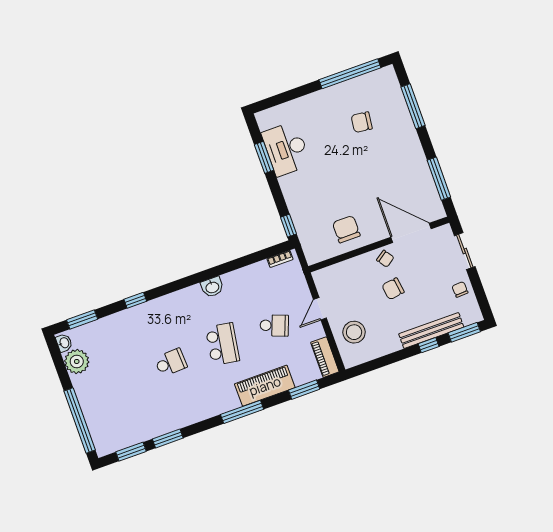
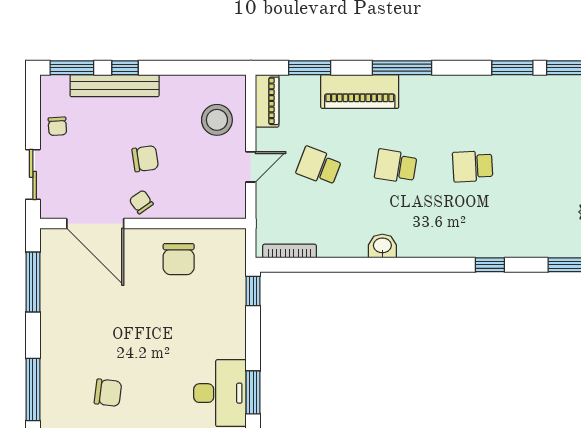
bookcase: (280, 259) -> (290, 251), width x1.56
school desk: (222, 344) -> (396, 166), width x0.54

